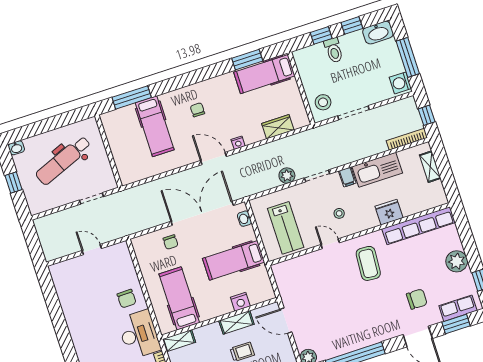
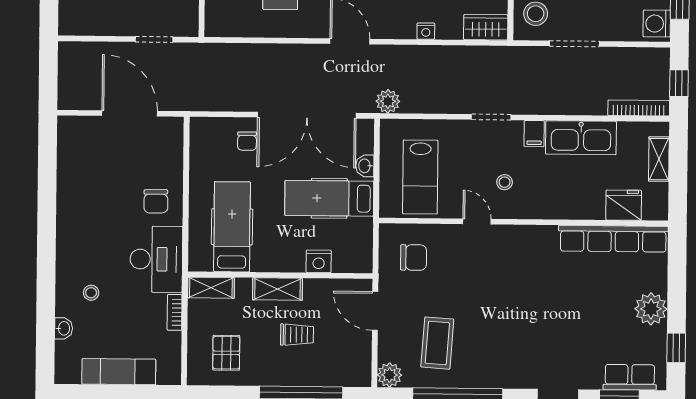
wardrobe: (278, 127) -> (486, 27), moved
nightstand: (238, 143) -> (426, 31), moved
plant: (287, 176) -> (388, 101), moved
fridge: (389, 212) -> (624, 205), moved
double door: (202, 213) -> (307, 115), swing flipped
washbasin: (244, 219) -> (365, 166), moved
door: (92, 249) -> (130, 113), width x1.88
coffee table: (368, 263) -> (437, 343), moved
chair: (417, 299) -> (414, 257), moved
shelving: (236, 322) -> (277, 289), moved

